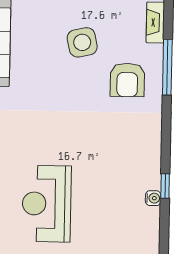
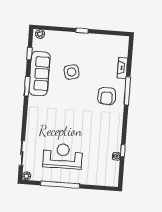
side table: (82, 42) -> (71, 72), moved
reception desk: (47, 204) -> (63, 156), turned 90

